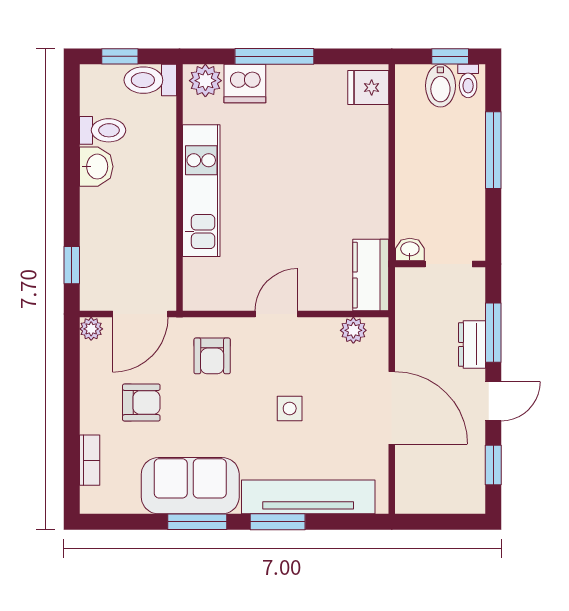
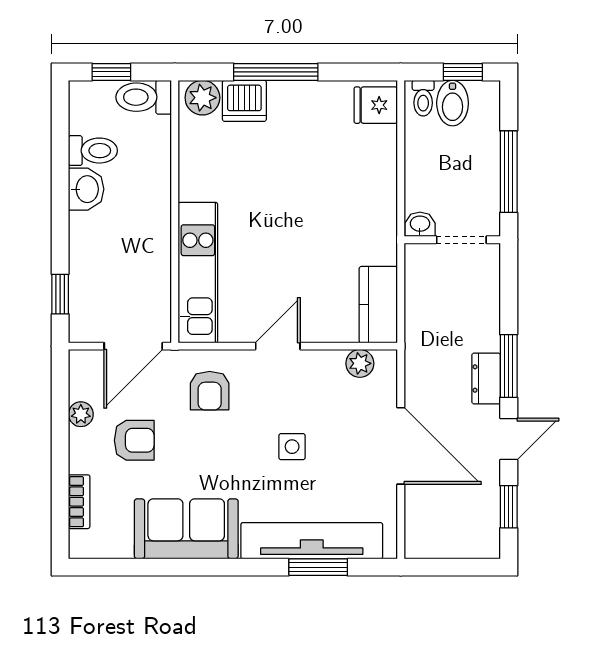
toilet: (468, 81) -> (423, 98), moved
kitchen unit: (201, 191) -> (198, 273), moved
washbasin: (410, 250) -> (420, 224), moved
wall: (440, 264) -> (452, 240), moved
doorway: (449, 264) -> (461, 240), moved
plant: (91, 329) -> (81, 414), moved
window: (197, 522) -> (194, 567), removed
window: (278, 522) -> (318, 567), moved

